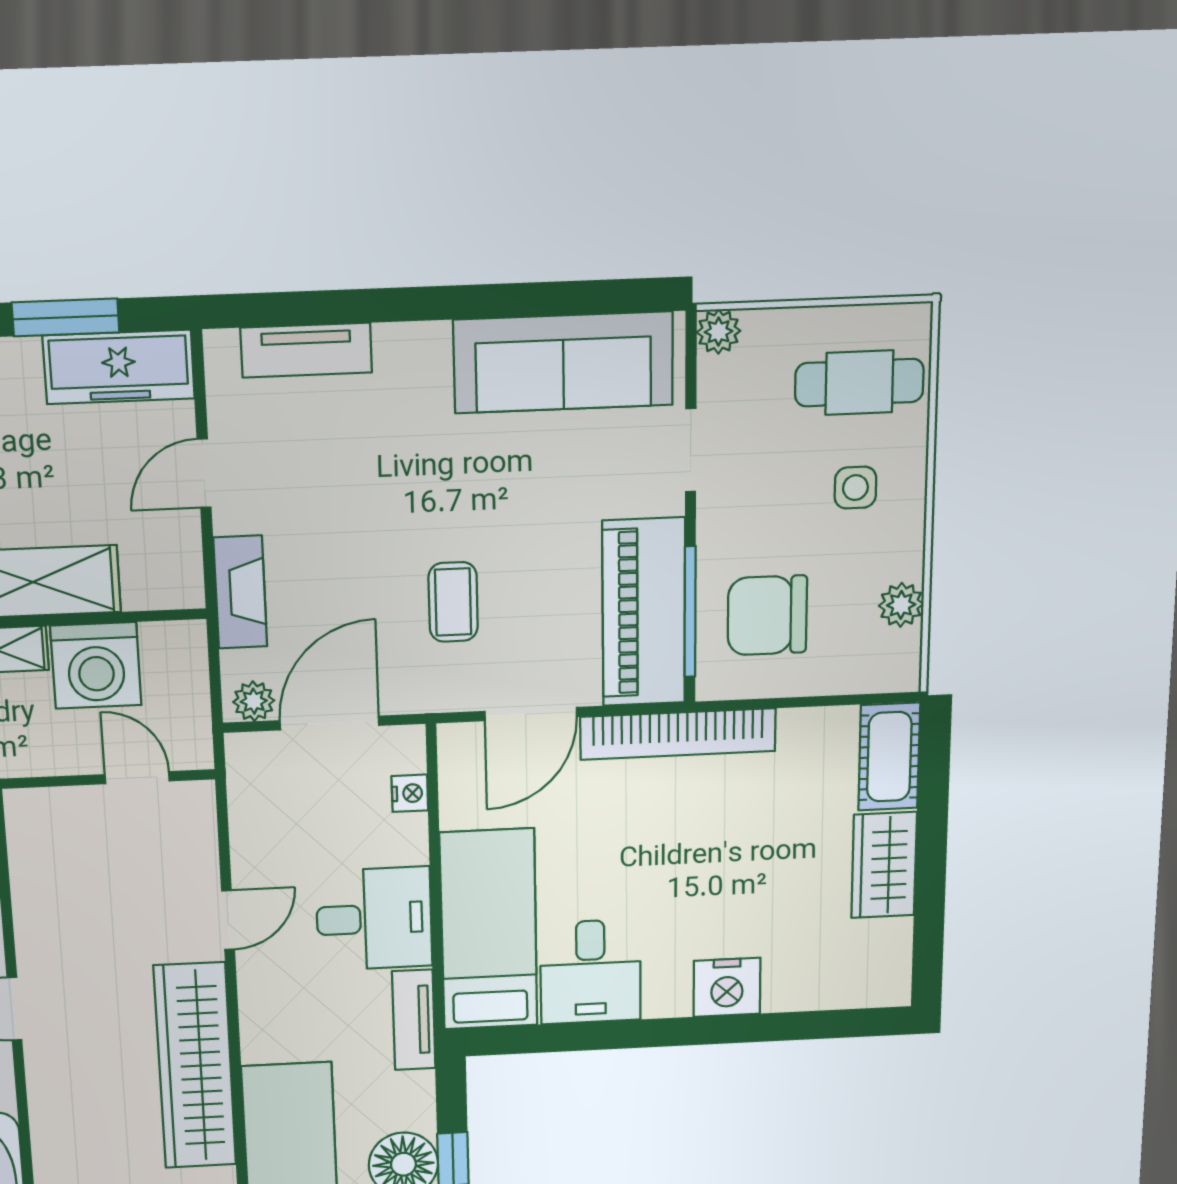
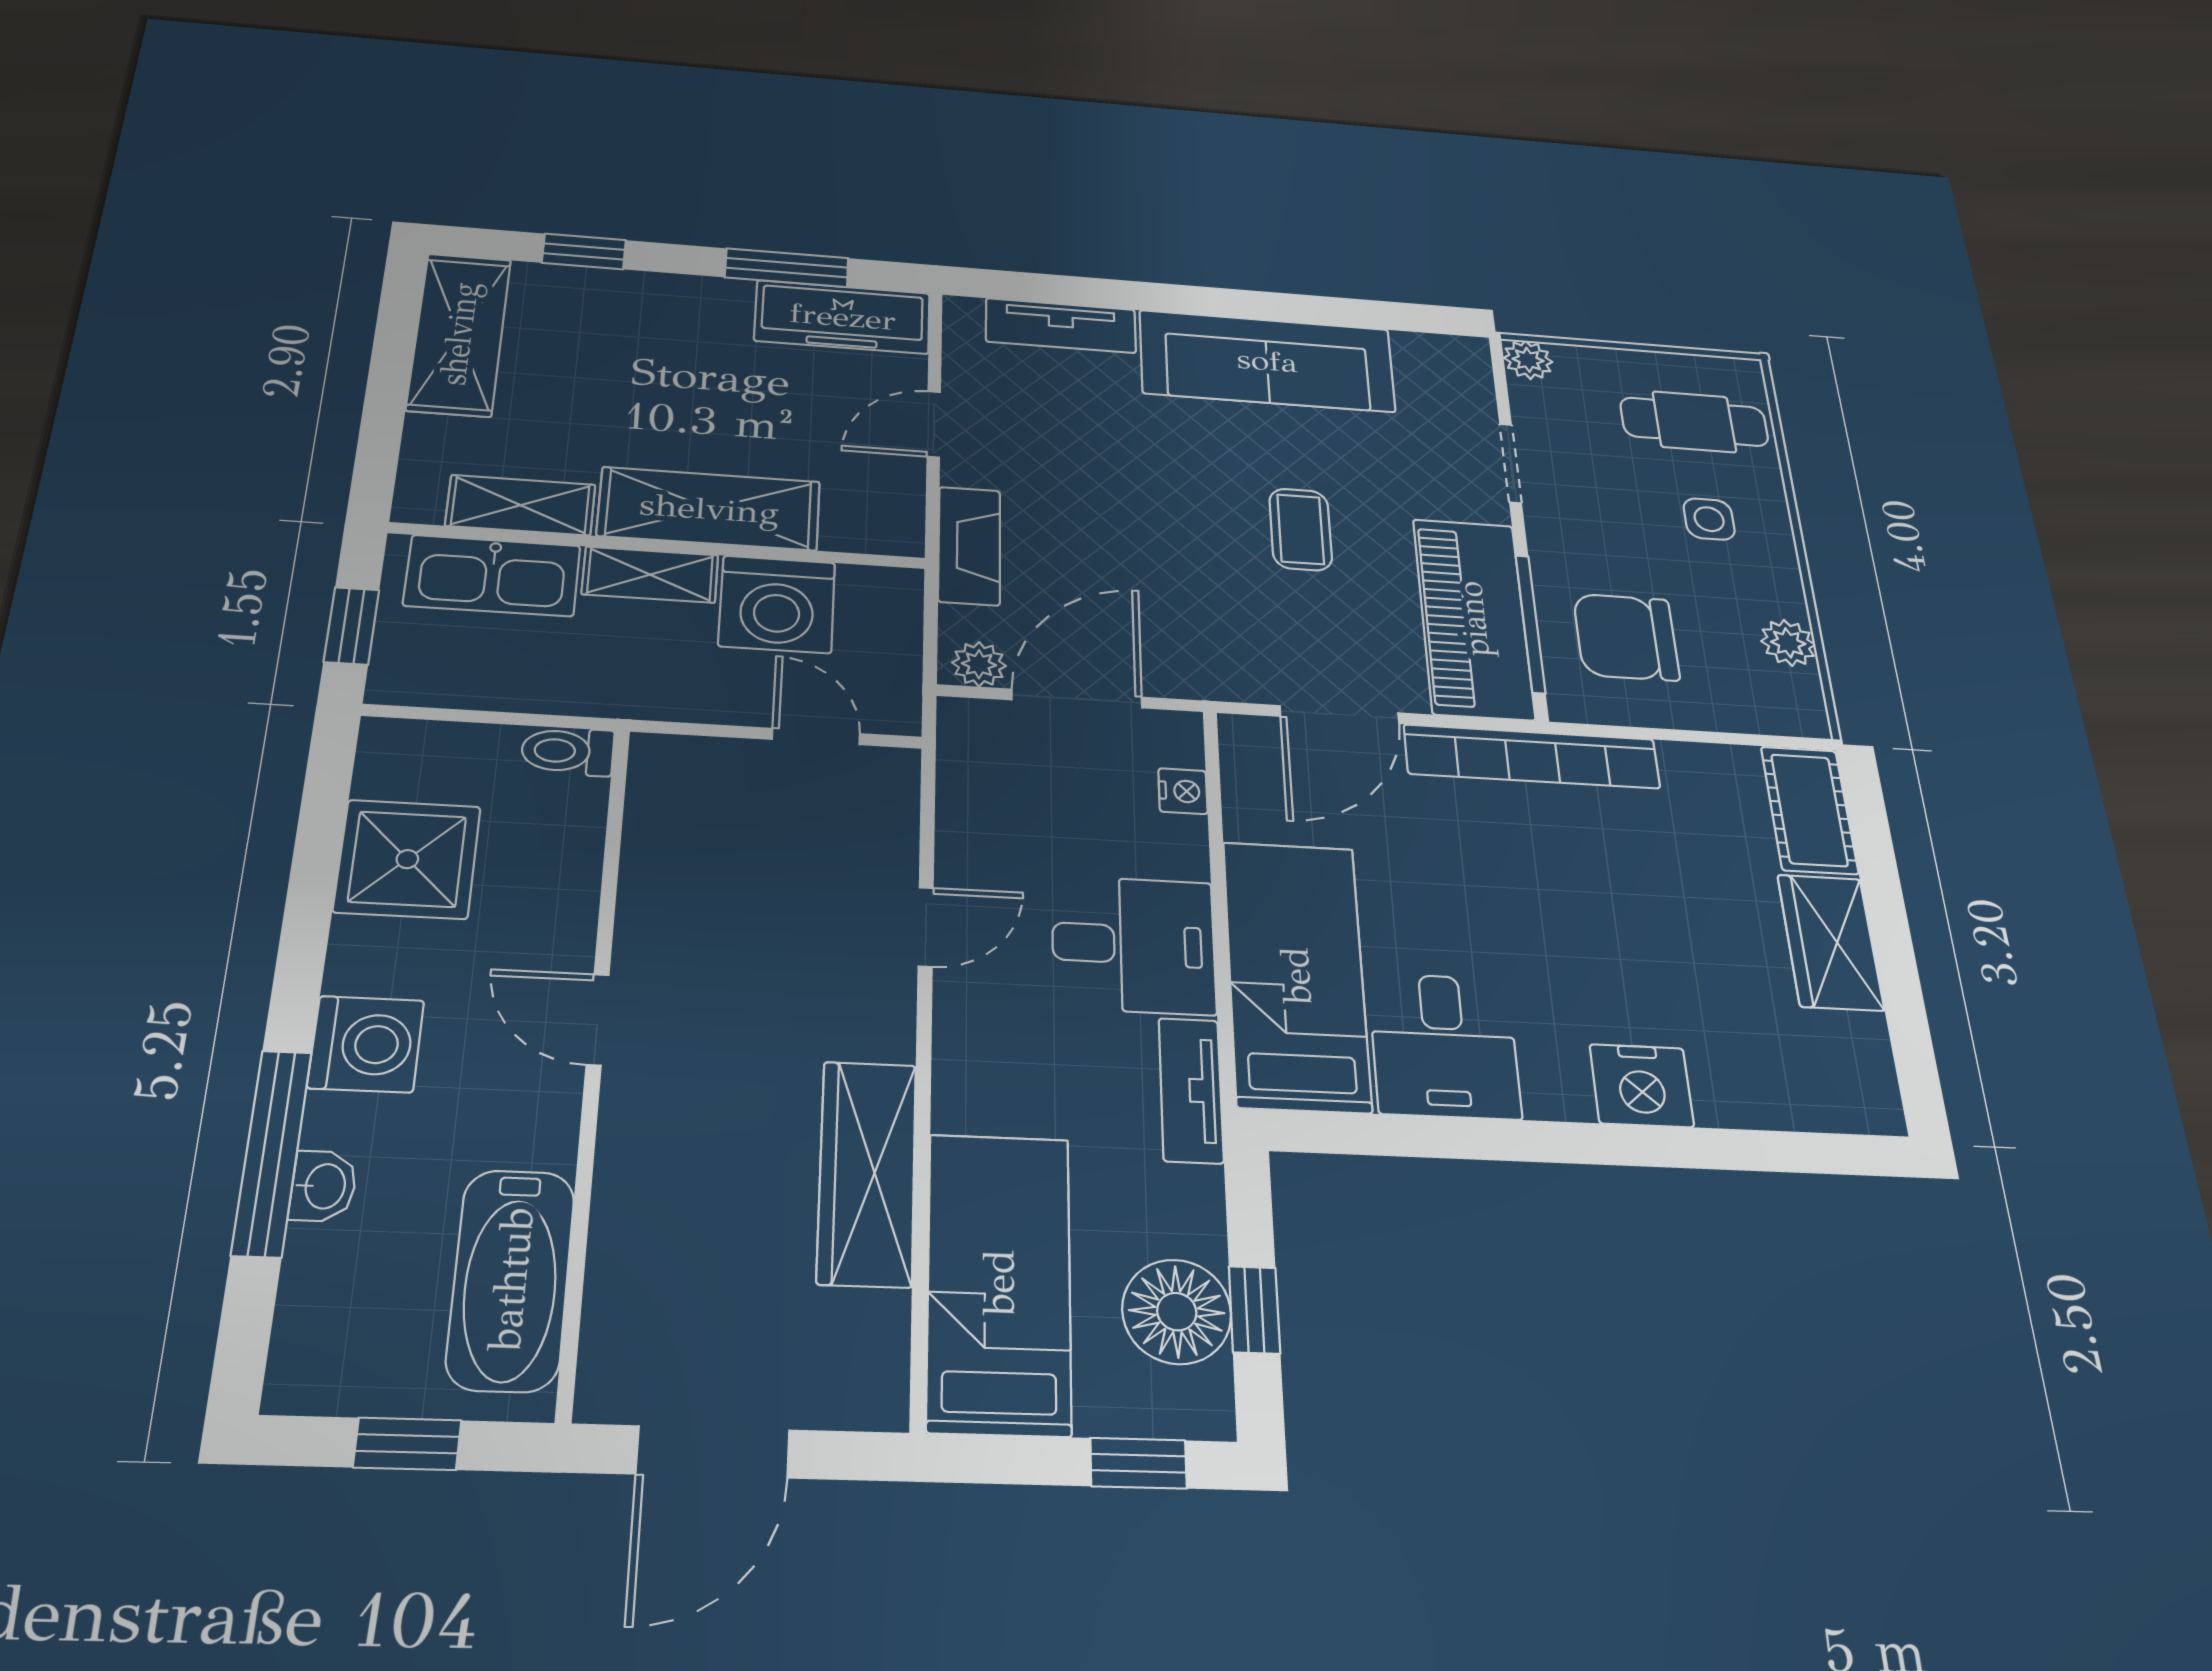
sofa: (563, 362) -> (1267, 361), moved
coffee table: (453, 602) -> (1301, 529), moved
wardrobe: (195, 1066) -> (867, 1173), width x0.71, depth x0.85

